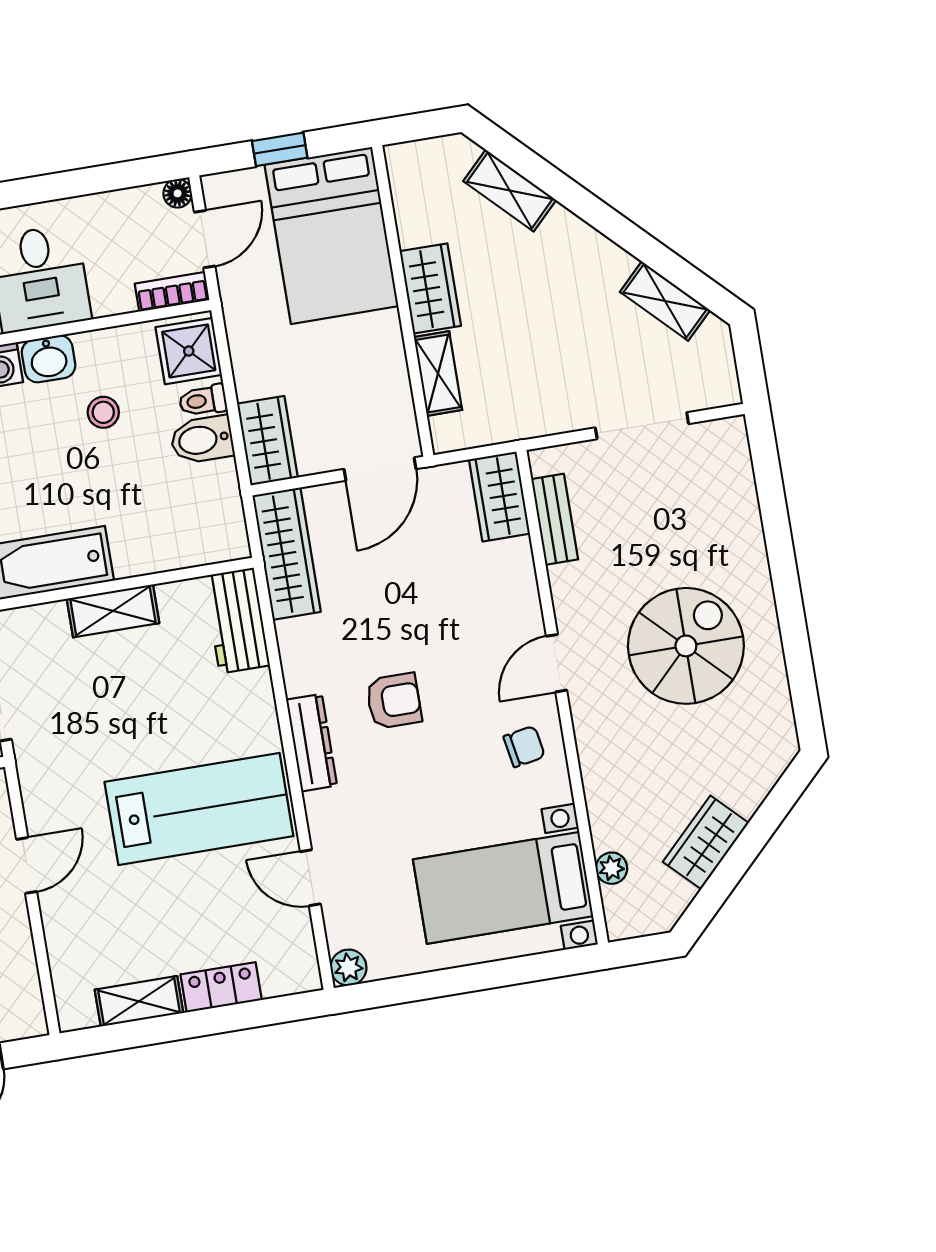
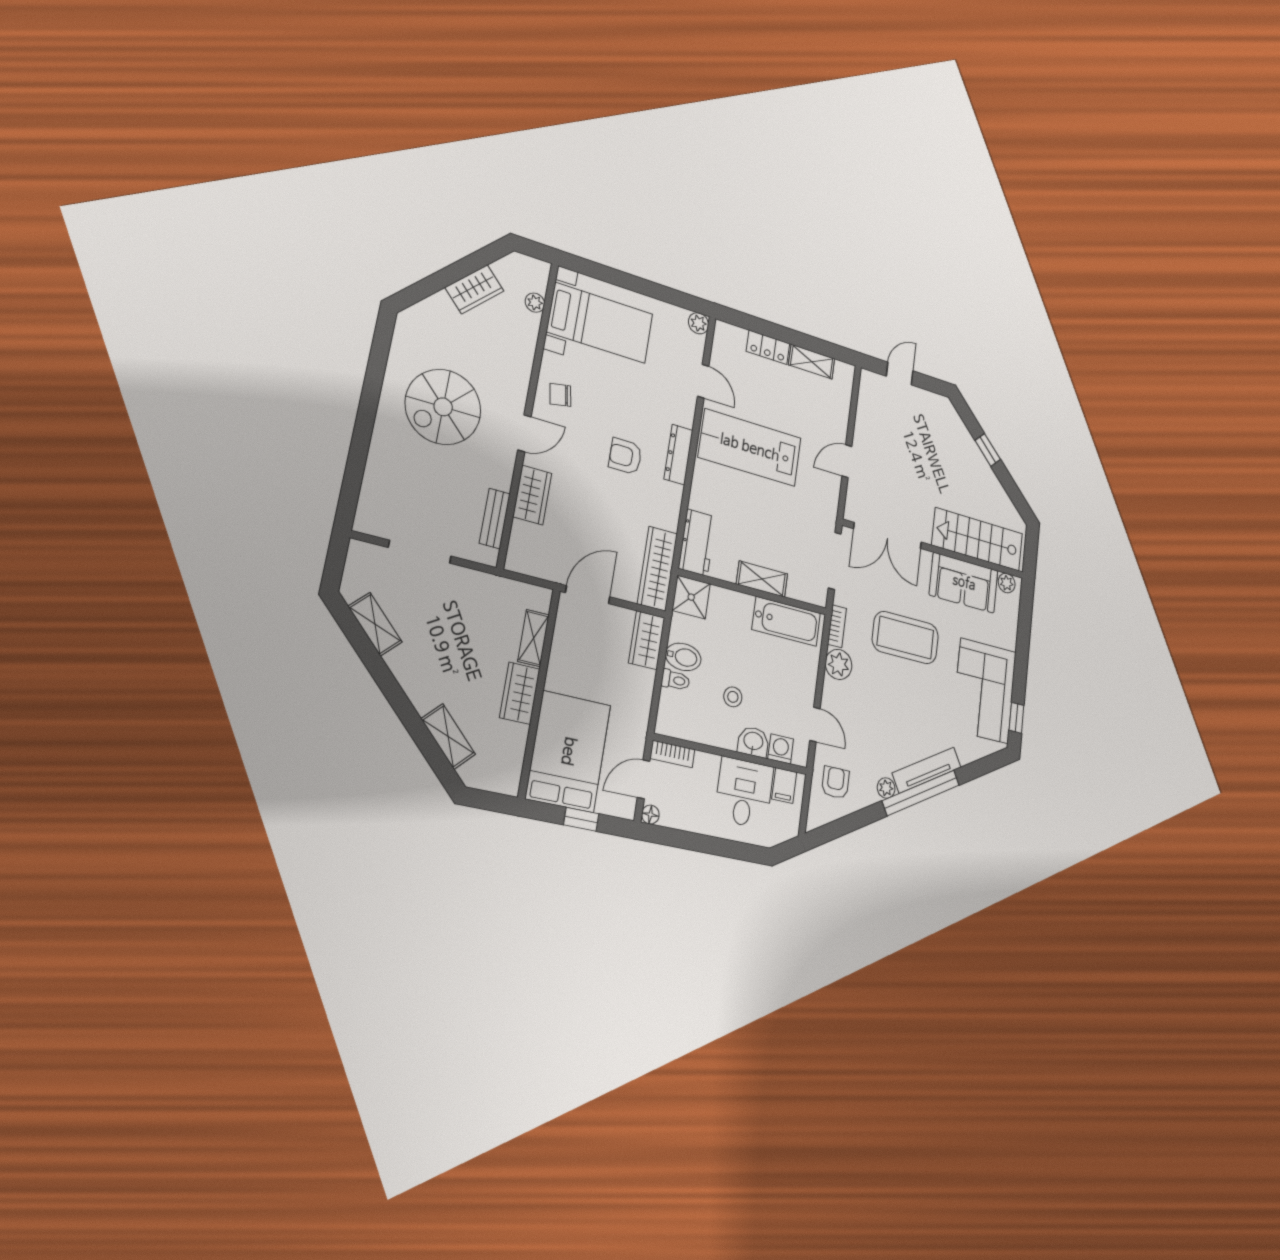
shower: (189, 351) -> (691, 597), moved
wardrobe: (499, 497) -> (532, 495), moved

